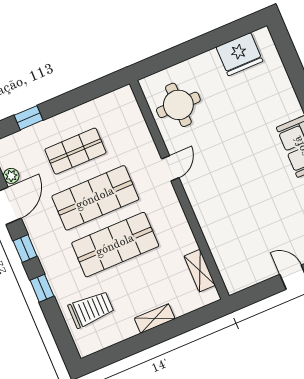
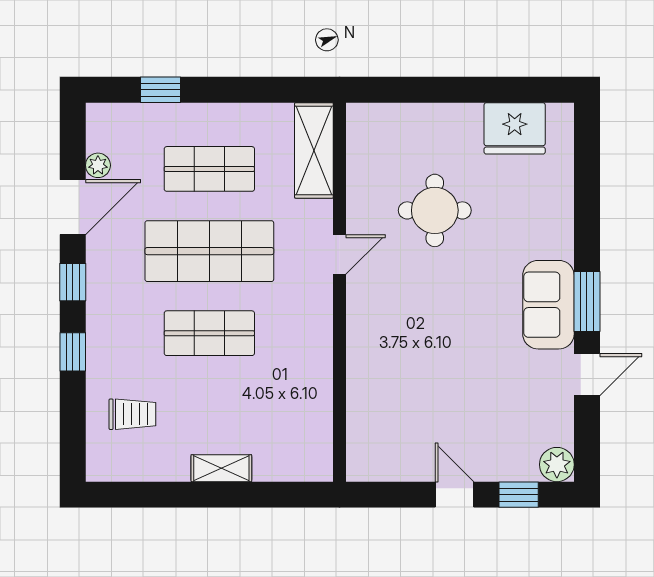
round table: (178, 105) -> (435, 210), moved
shop shelf: (115, 245) -> (209, 333), width x0.70, depth x0.74
shelving: (200, 271) -> (314, 150), moved, width x1.50, depth x1.33
trolley: (91, 309) -> (132, 414), width x0.73, depth x0.72

